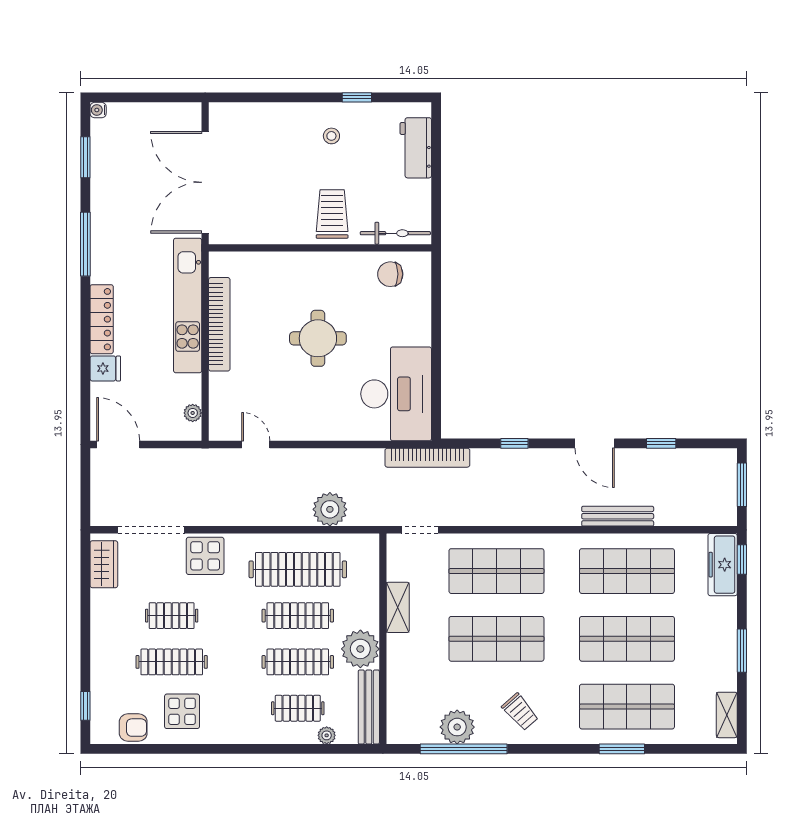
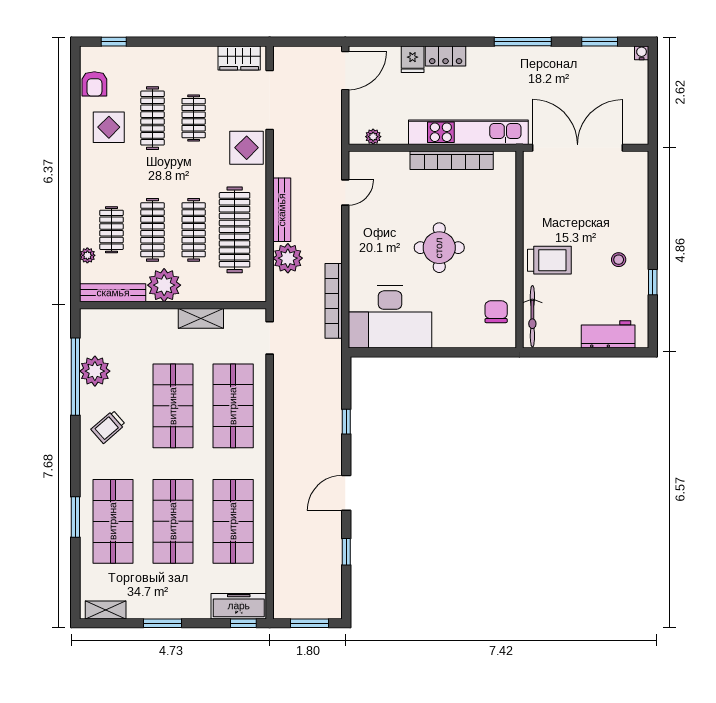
locker: (102, 319) -> (446, 56), width x0.66
bookcase: (427, 458) -> (334, 301), moved
bench: (618, 516) -> (282, 210), moved

